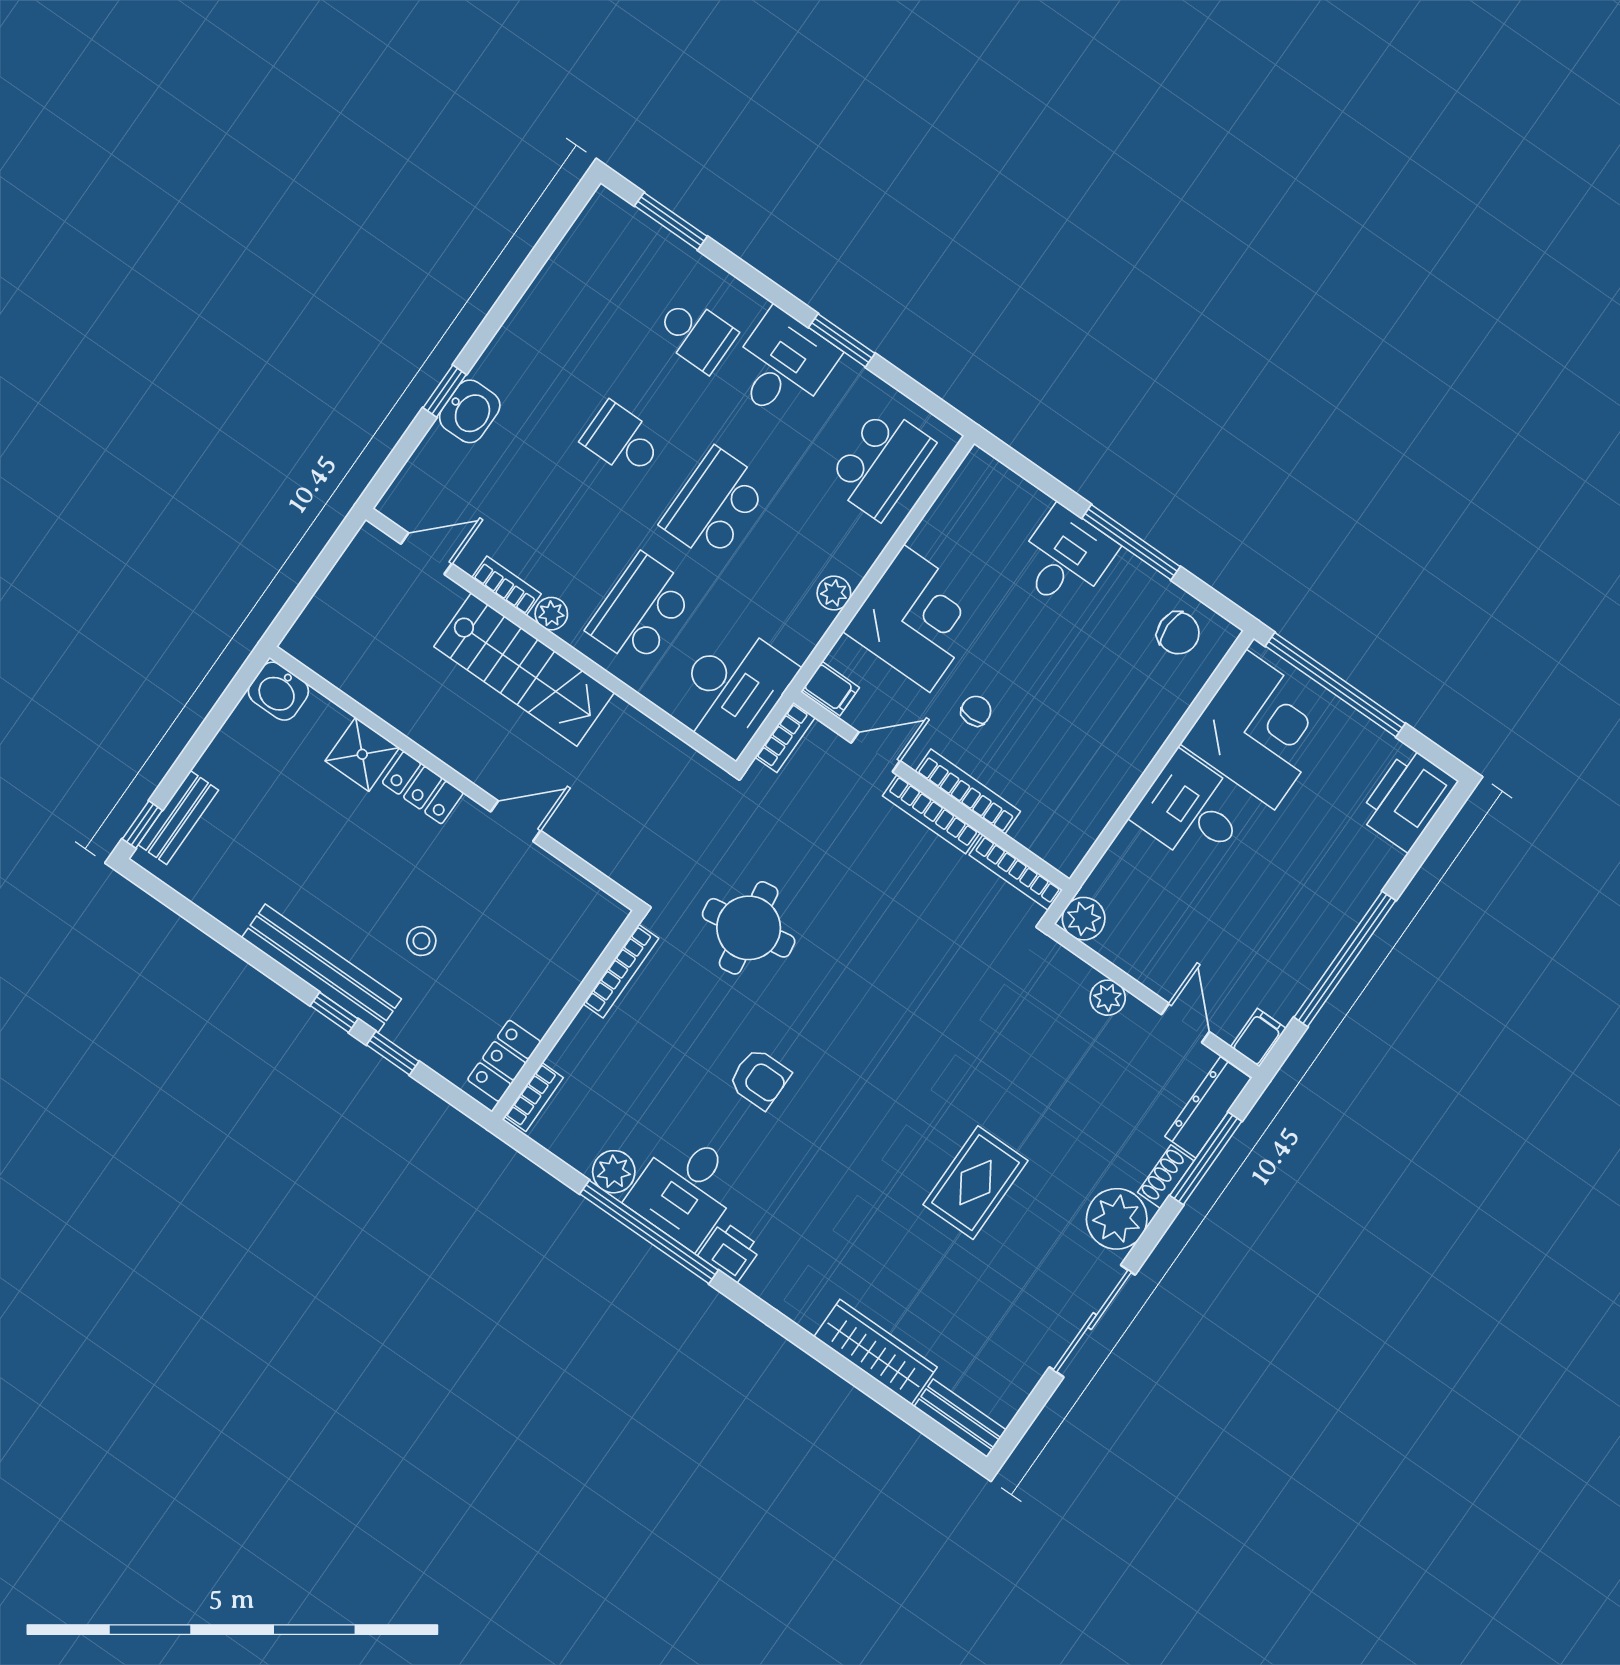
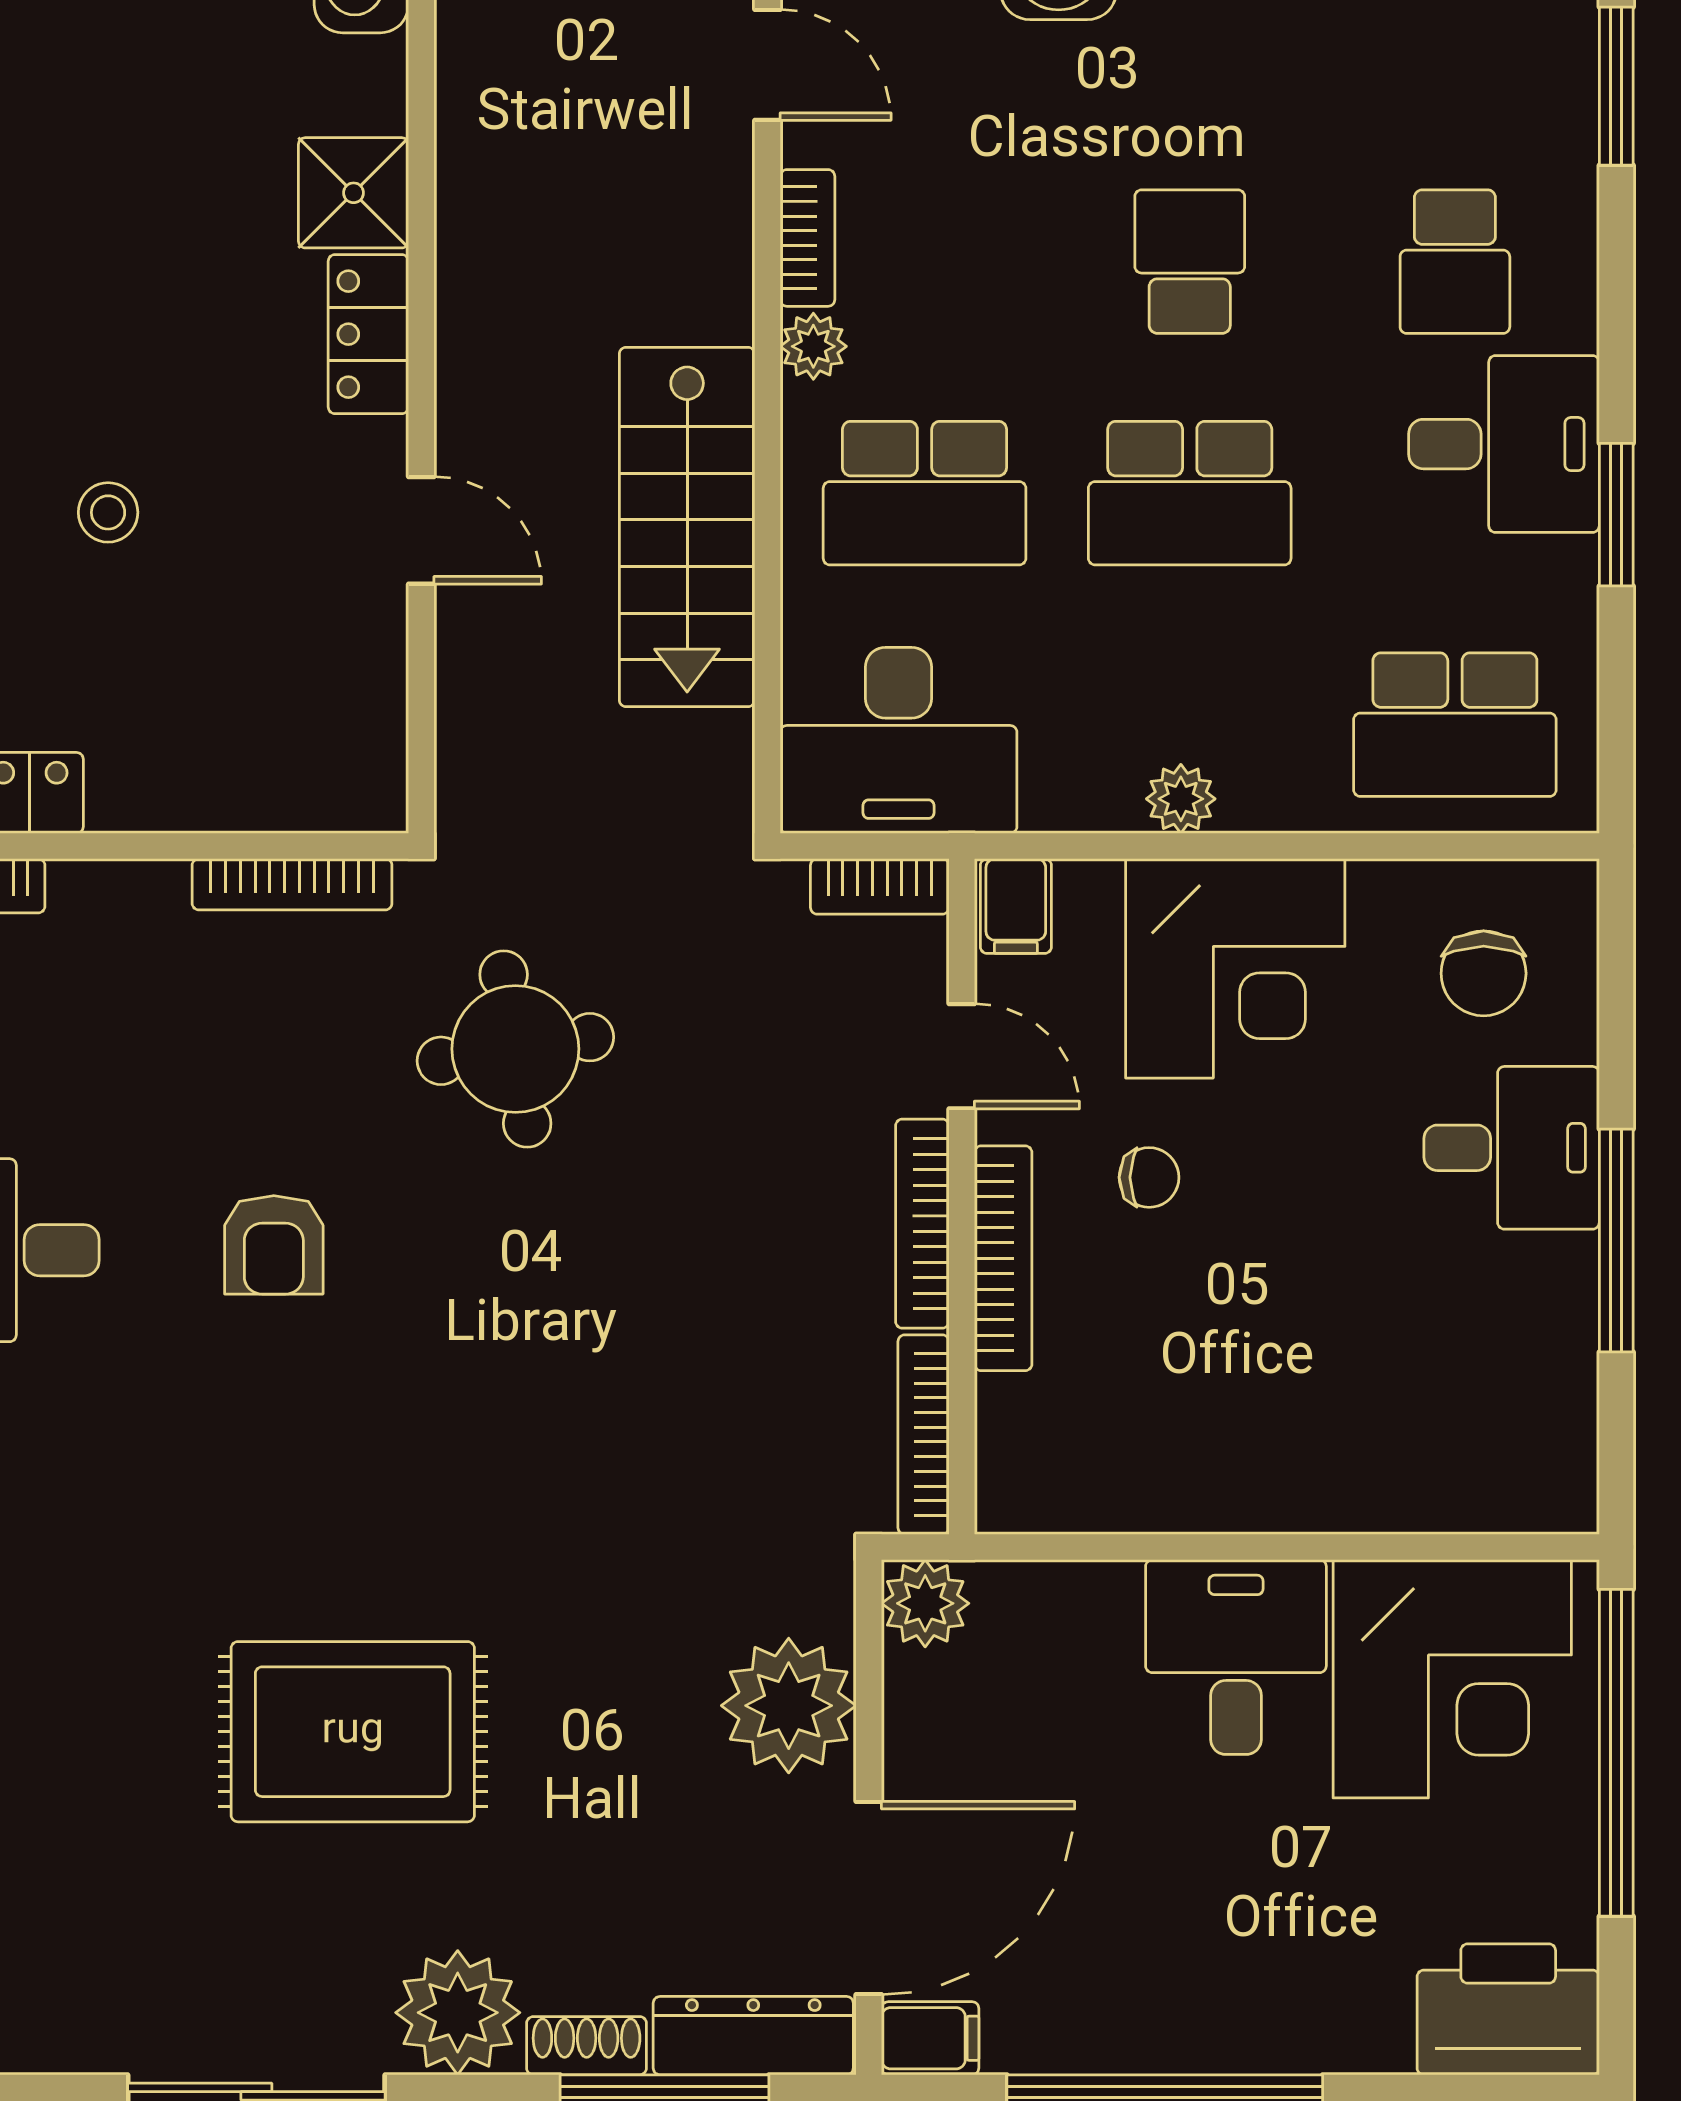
school desk: (715, 504) -> (1190, 493), turned 180
school desk: (641, 610) -> (925, 493), turned 180
chair: (1178, 633) -> (1484, 973), moved
stairs: (524, 670) -> (687, 527), moved
plant: (1108, 998) -> (789, 1706), width x1.88, depth x1.88
door: (1185, 1023) -> (869, 1898), width x1.88
rug: (976, 1183) -> (353, 1732), width x1.36, depth x1.43

